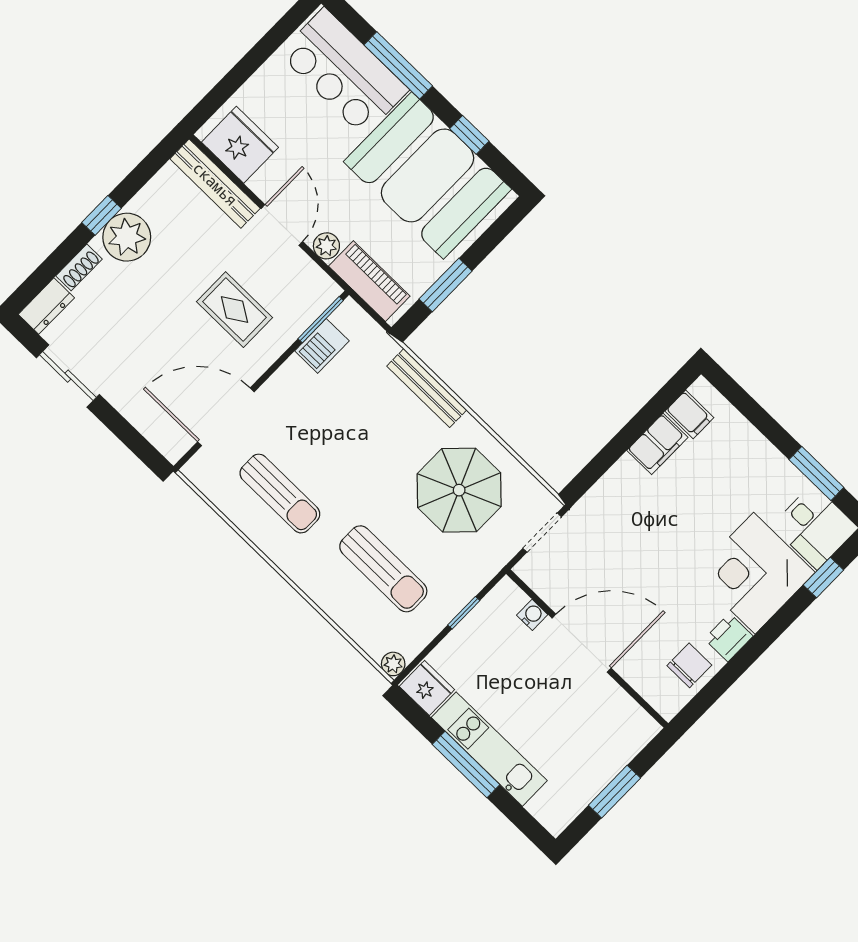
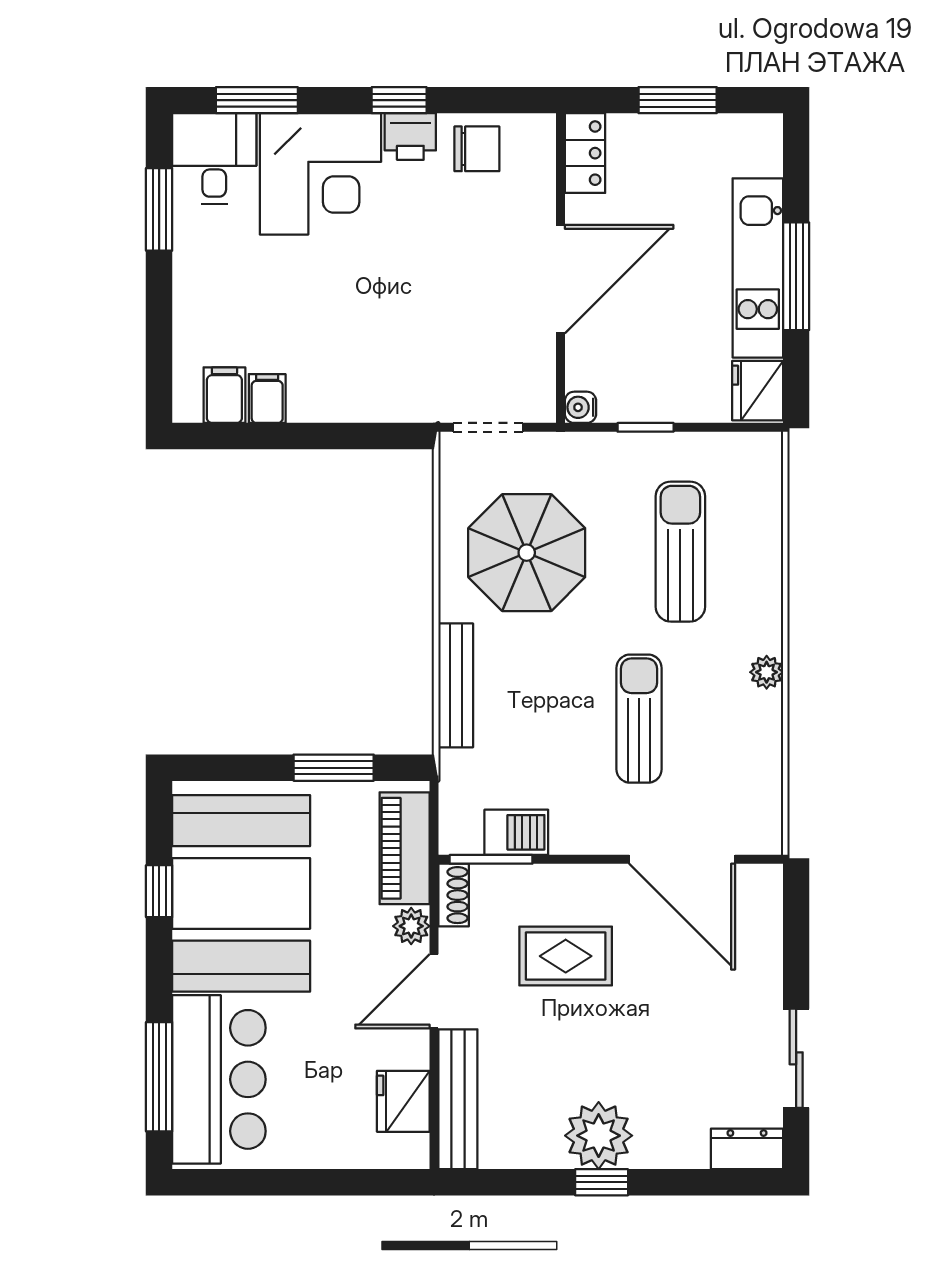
window: (398, 65) -> (159, 1077), moved
fridge: (240, 145) -> (403, 1101), width x0.73, depth x0.75
shoe rack: (79, 267) -> (454, 895), moved, turned 90
rug: (234, 310) -> (566, 956), turned 90
filing cabinet: (657, 444) -> (267, 399), width x0.50
sun lounger: (280, 494) -> (639, 719), moved
window: (823, 577) -> (257, 100), width x1.50
water cooler: (532, 615) -> (581, 407), moved
door: (582, 643) -> (561, 279), swing flipped
window: (753, 650) -> (399, 100), added
plant: (393, 664) -> (767, 672), moved
chair: (689, 665) -> (477, 149), turned 180
locker: (633, 718) -> (585, 153), added

